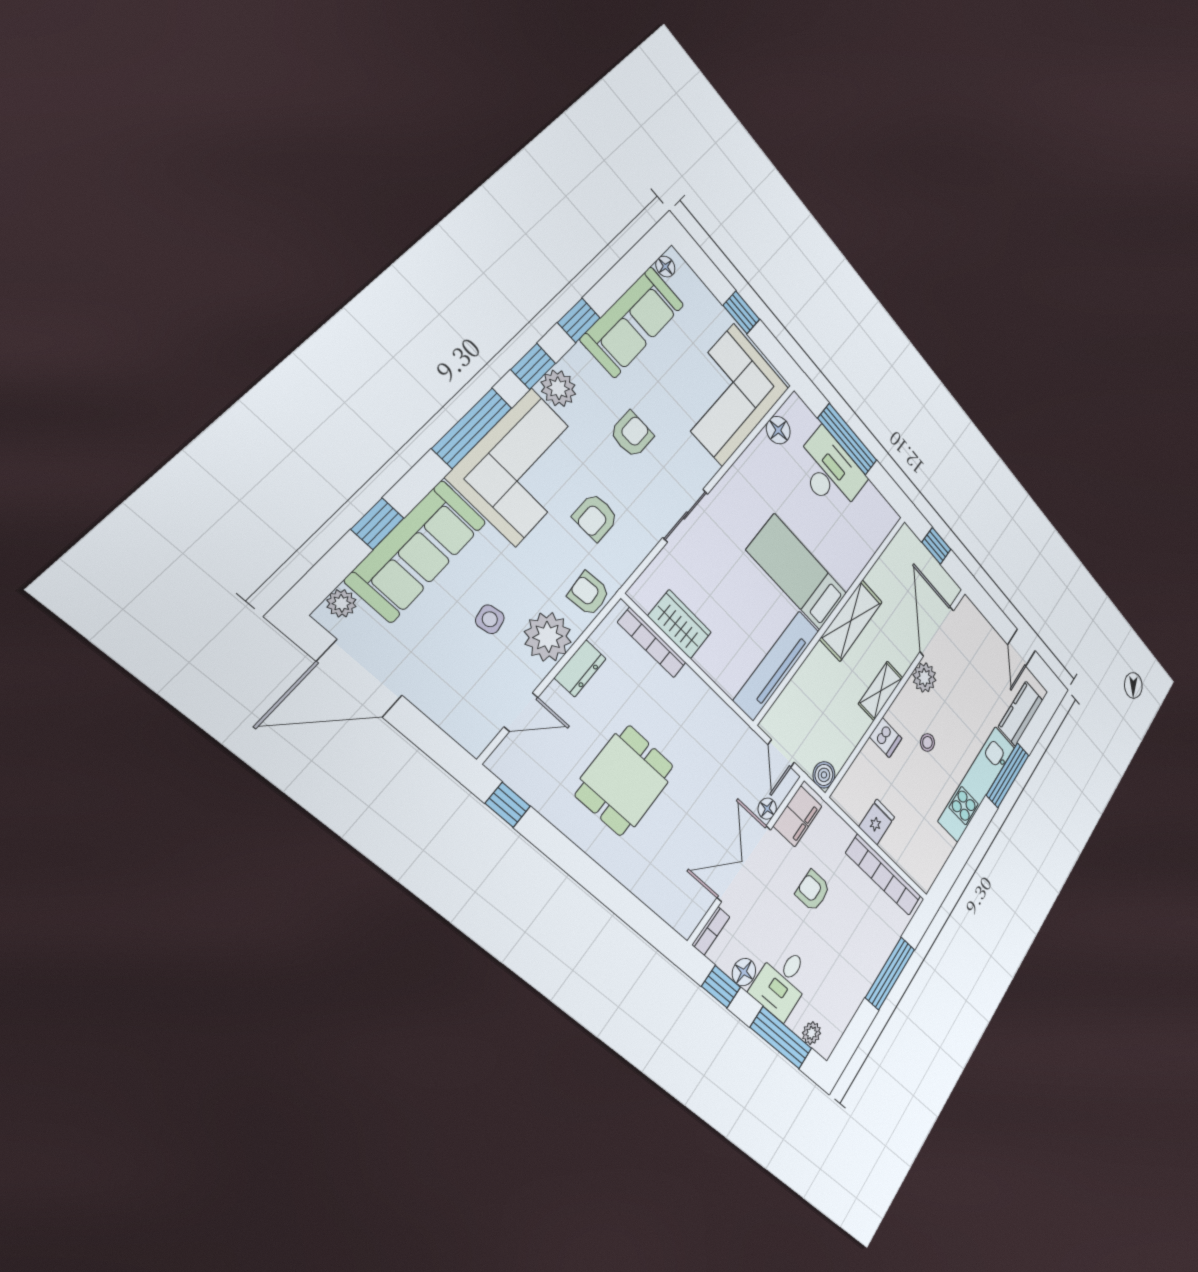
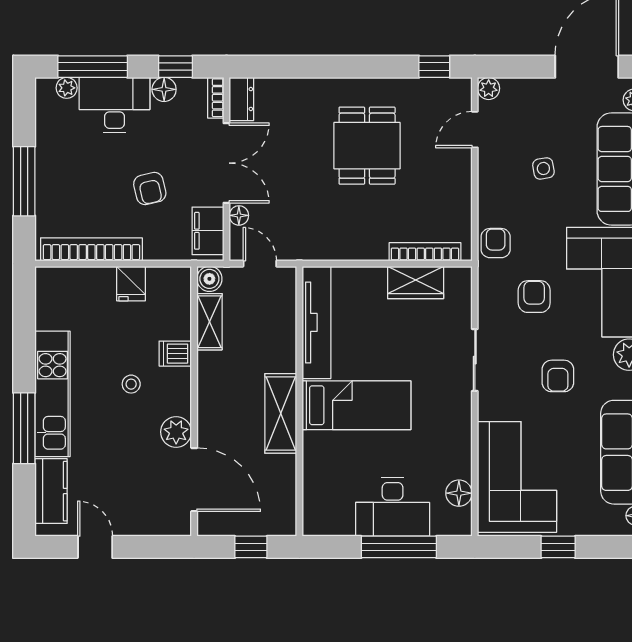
armchair: (589, 594) -> (496, 243), turned -85
plant: (548, 637) -> (489, 88), moved, width x0.53, depth x0.53
dresser: (580, 668) -> (241, 99), moved, turned 180
shelving: (881, 691) -> (209, 322), moved
armchair: (813, 891) -> (150, 189), turned 77
desk: (782, 982) -> (115, 105), width x1.37

